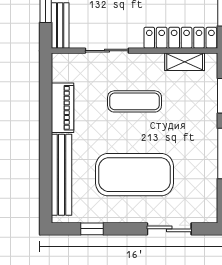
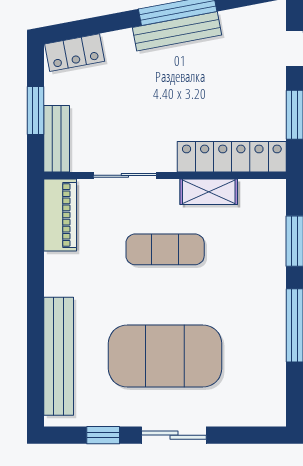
shelving: (185, 62) -> (209, 192), moved
piano: (63, 108) -> (60, 215), moved
sliding door: (169, 229) -> (174, 435), moved

